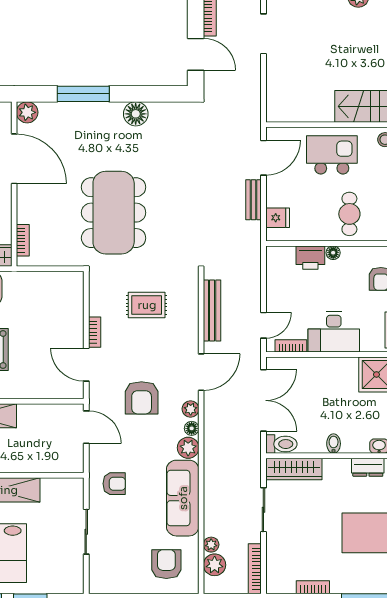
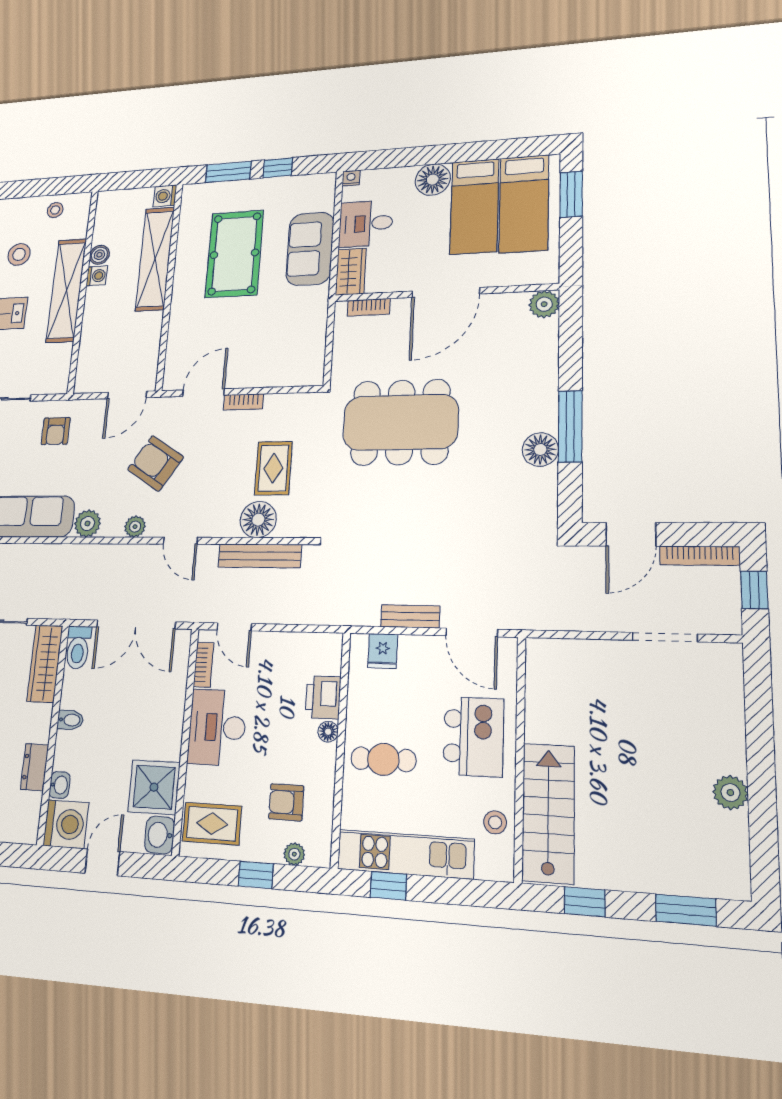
window: (83, 94) -> (570, 426), moved
door: (14, 159) -> (446, 293), moved
door: (201, 372) -> (180, 541), width x0.73
armchair: (142, 398) -> (155, 463), turned 33
floor lamp: (192, 428) -> (258, 520), moved, width x1.89, depth x1.89

